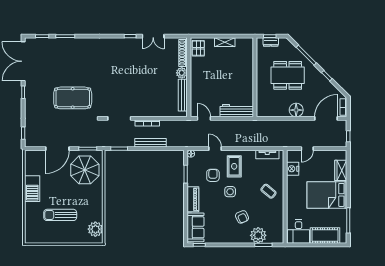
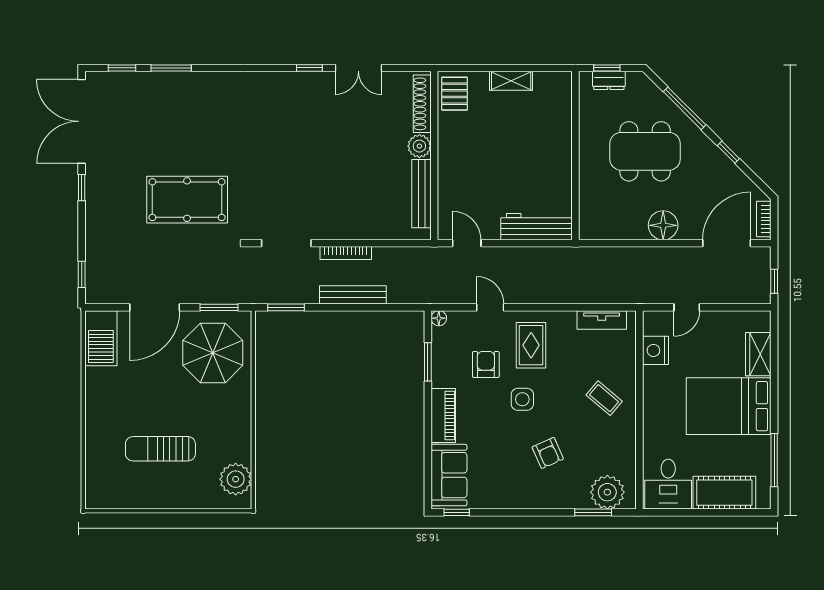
barbecue: (32, 189) -> (101, 338), moved
plant: (258, 235) -> (607, 492), moved

